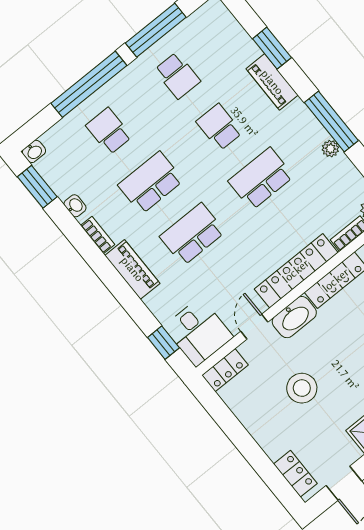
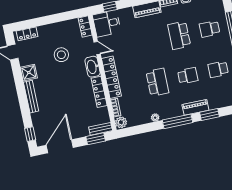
window: (331, 122) -> (178, 121), moved
school desk: (109, 131) -> (210, 29), turned 180
school desk: (151, 183) -> (179, 35), turned 180
school desk: (192, 234) -> (149, 42), removed

